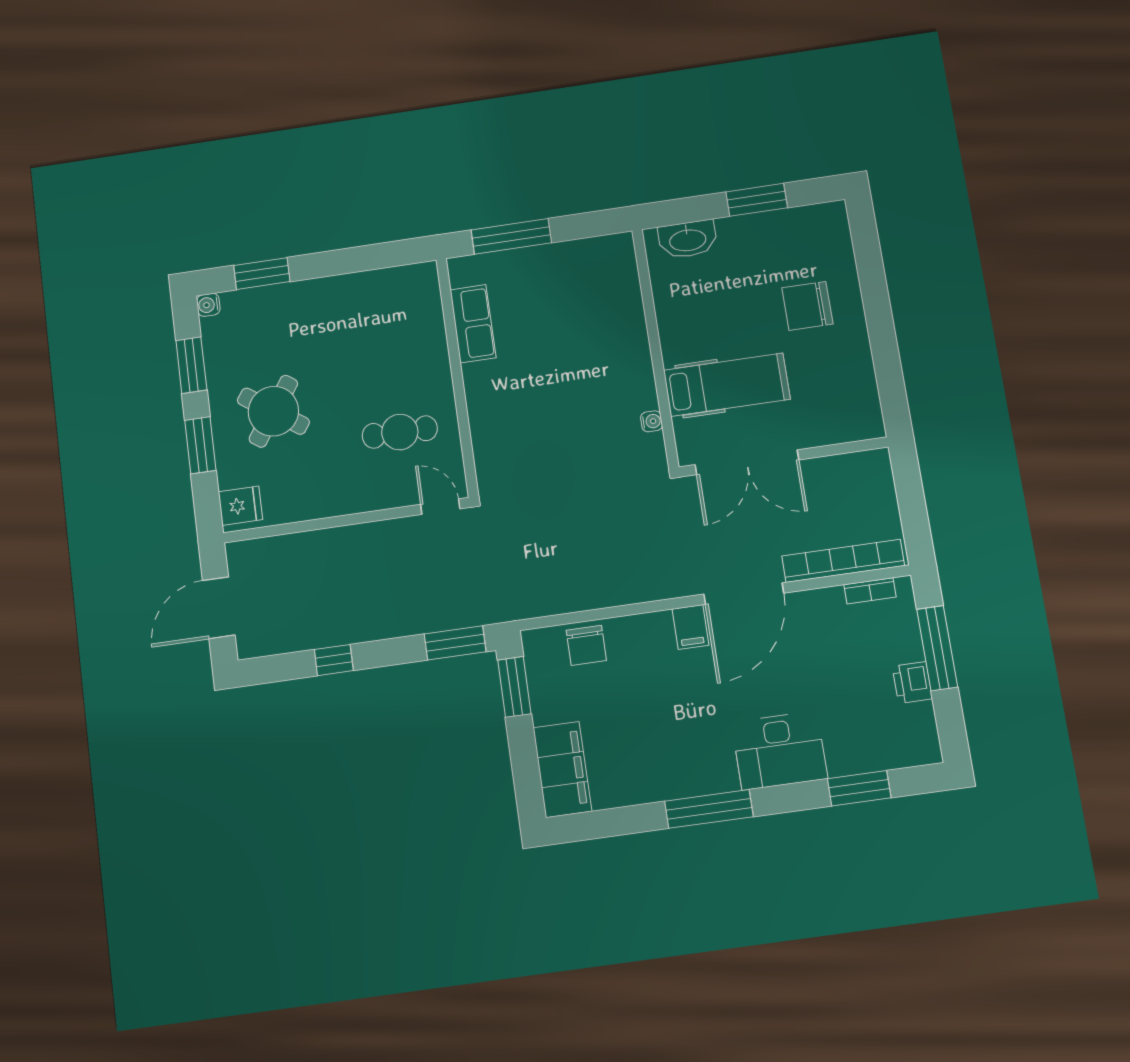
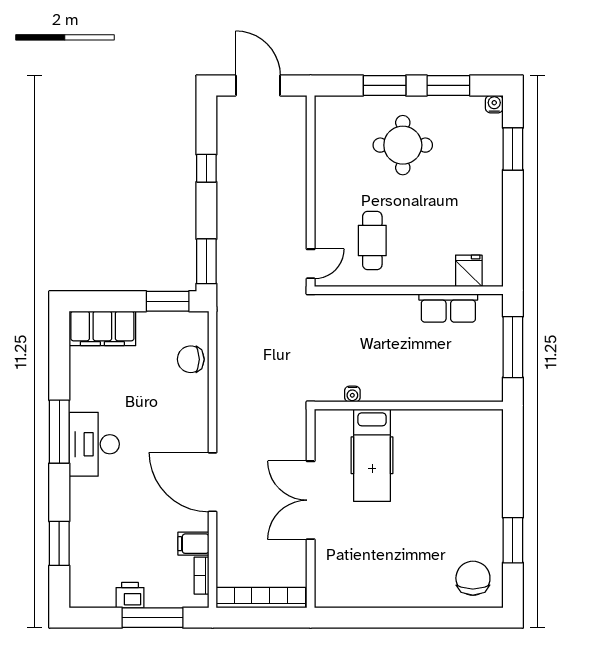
washbasin: (688, 239) -> (490, 482), removed
chair: (807, 306) -> (473, 578), moved
wall: (655, 348) -> (409, 406), moved
hospital bed: (727, 385) -> (372, 455), moved
round table: (273, 411) -> (403, 145), turned -35
water cooler: (651, 421) -> (352, 394), moved
fridge: (240, 506) -> (469, 271), moved, turned 180
bookcase: (843, 561) -> (261, 598), moved, turned -90
filing cabinet: (691, 627) -> (193, 544), moved
desk: (780, 751) -> (94, 444), moved

